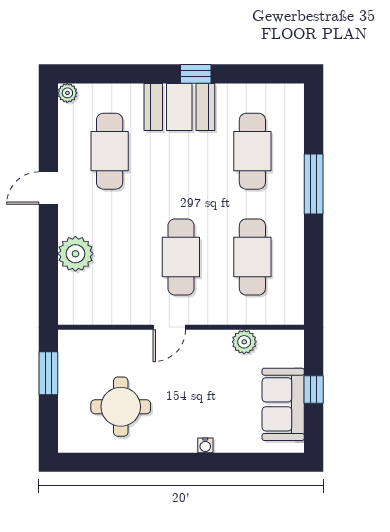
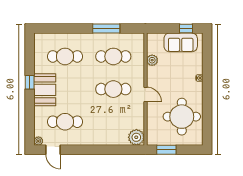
window: (314, 184) -> (106, 28), moved
door: (48, 188) -> (53, 150), moved
plant: (75, 254) -> (136, 137), moved
window: (314, 389) -> (186, 28), moved
round table: (121, 407) -> (182, 117), width x1.36, depth x1.36

